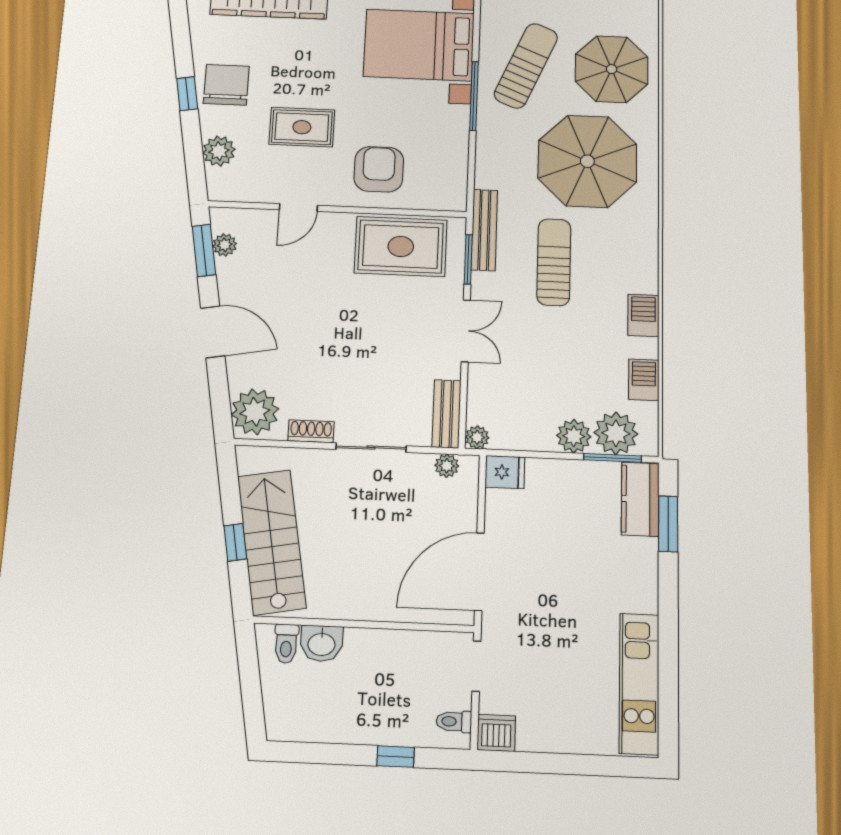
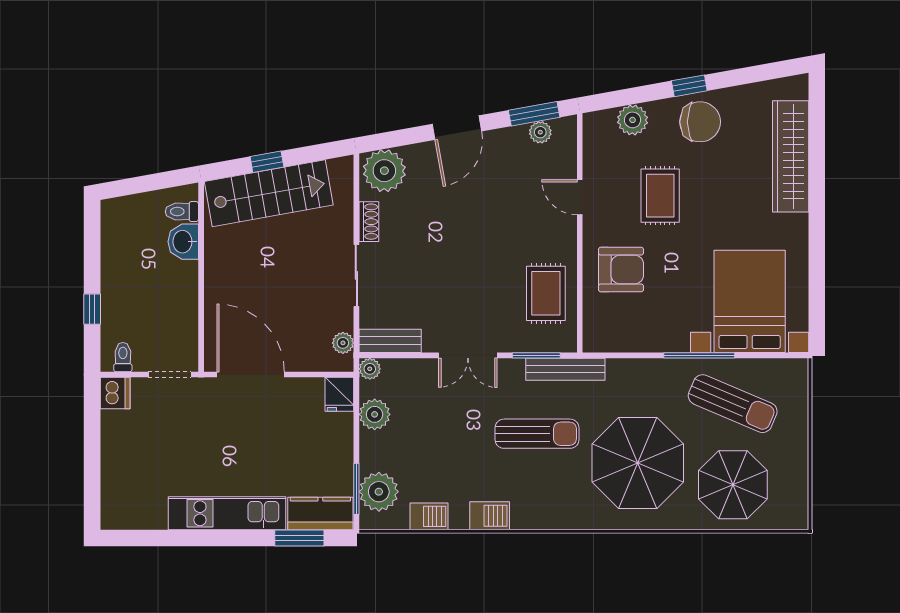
rug: (401, 247) -> (546, 293), width x0.73, depth x0.70
plant: (574, 436) -> (375, 414), moved
kitchen unit: (639, 684) -> (227, 513), moved

